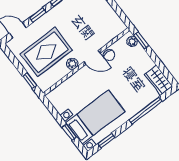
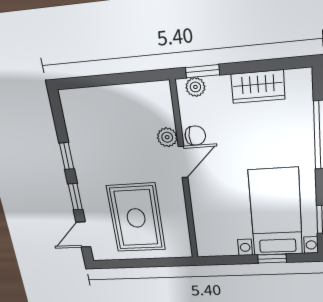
plant: (72, 64) -> (167, 137), moved
wardrobe: (159, 80) -> (258, 87), moved
window: (30, 81) -> (164, 262), removed

